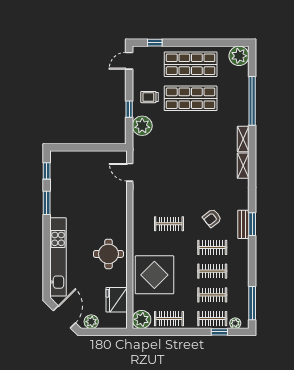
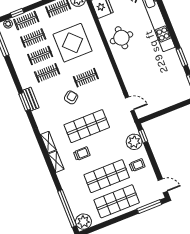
window: (155, 43) -> (149, 207), width x2.17
door: (129, 61) -> (163, 186), hinge flipped
window: (252, 101) -> (67, 209), moved
window: (129, 109) -> (143, 136), moved
trolley: (209, 136) -> (82, 154), added
shop shelf: (191, 166) -> (87, 126), added
armchair: (212, 218) -> (71, 97), moved
display table: (154, 275) -> (73, 43), moved

